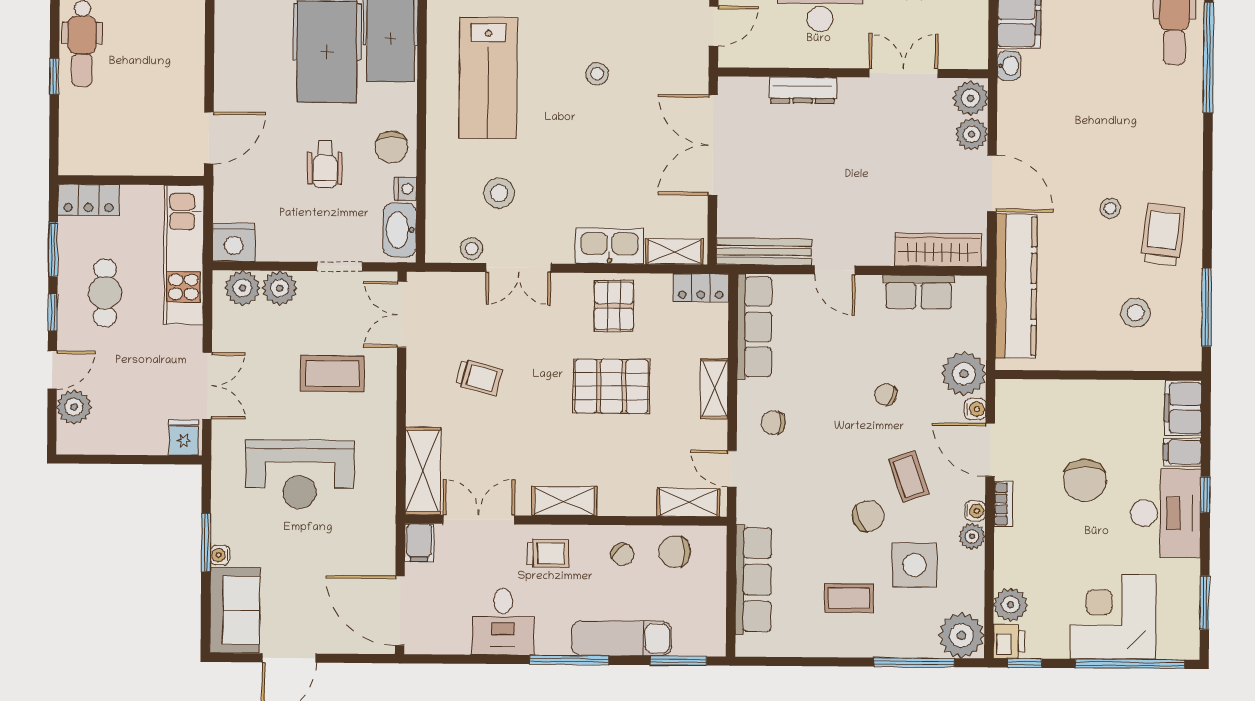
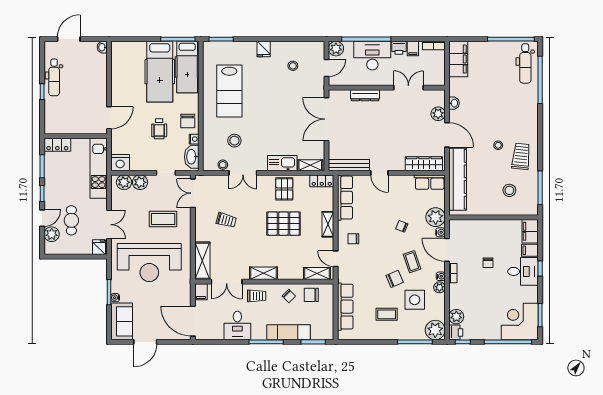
washbasin: (1009, 66) -> (454, 103), moved
stool: (597, 74) -> (293, 66), moved
plant: (971, 98) -> (438, 98), removed
row of seats: (919, 292) -> (430, 182), moved
cafe table: (105, 293) -> (71, 220), moved
reception desk: (300, 474) -> (149, 263), width x1.36, depth x1.30
chair: (1085, 480) -> (488, 263), width x0.54, depth x0.54
desk: (1166, 513) -> (523, 271), width x0.73
double door: (479, 520) -> (227, 282), swing flipped
corner desk: (1113, 617) -> (520, 321), moved

